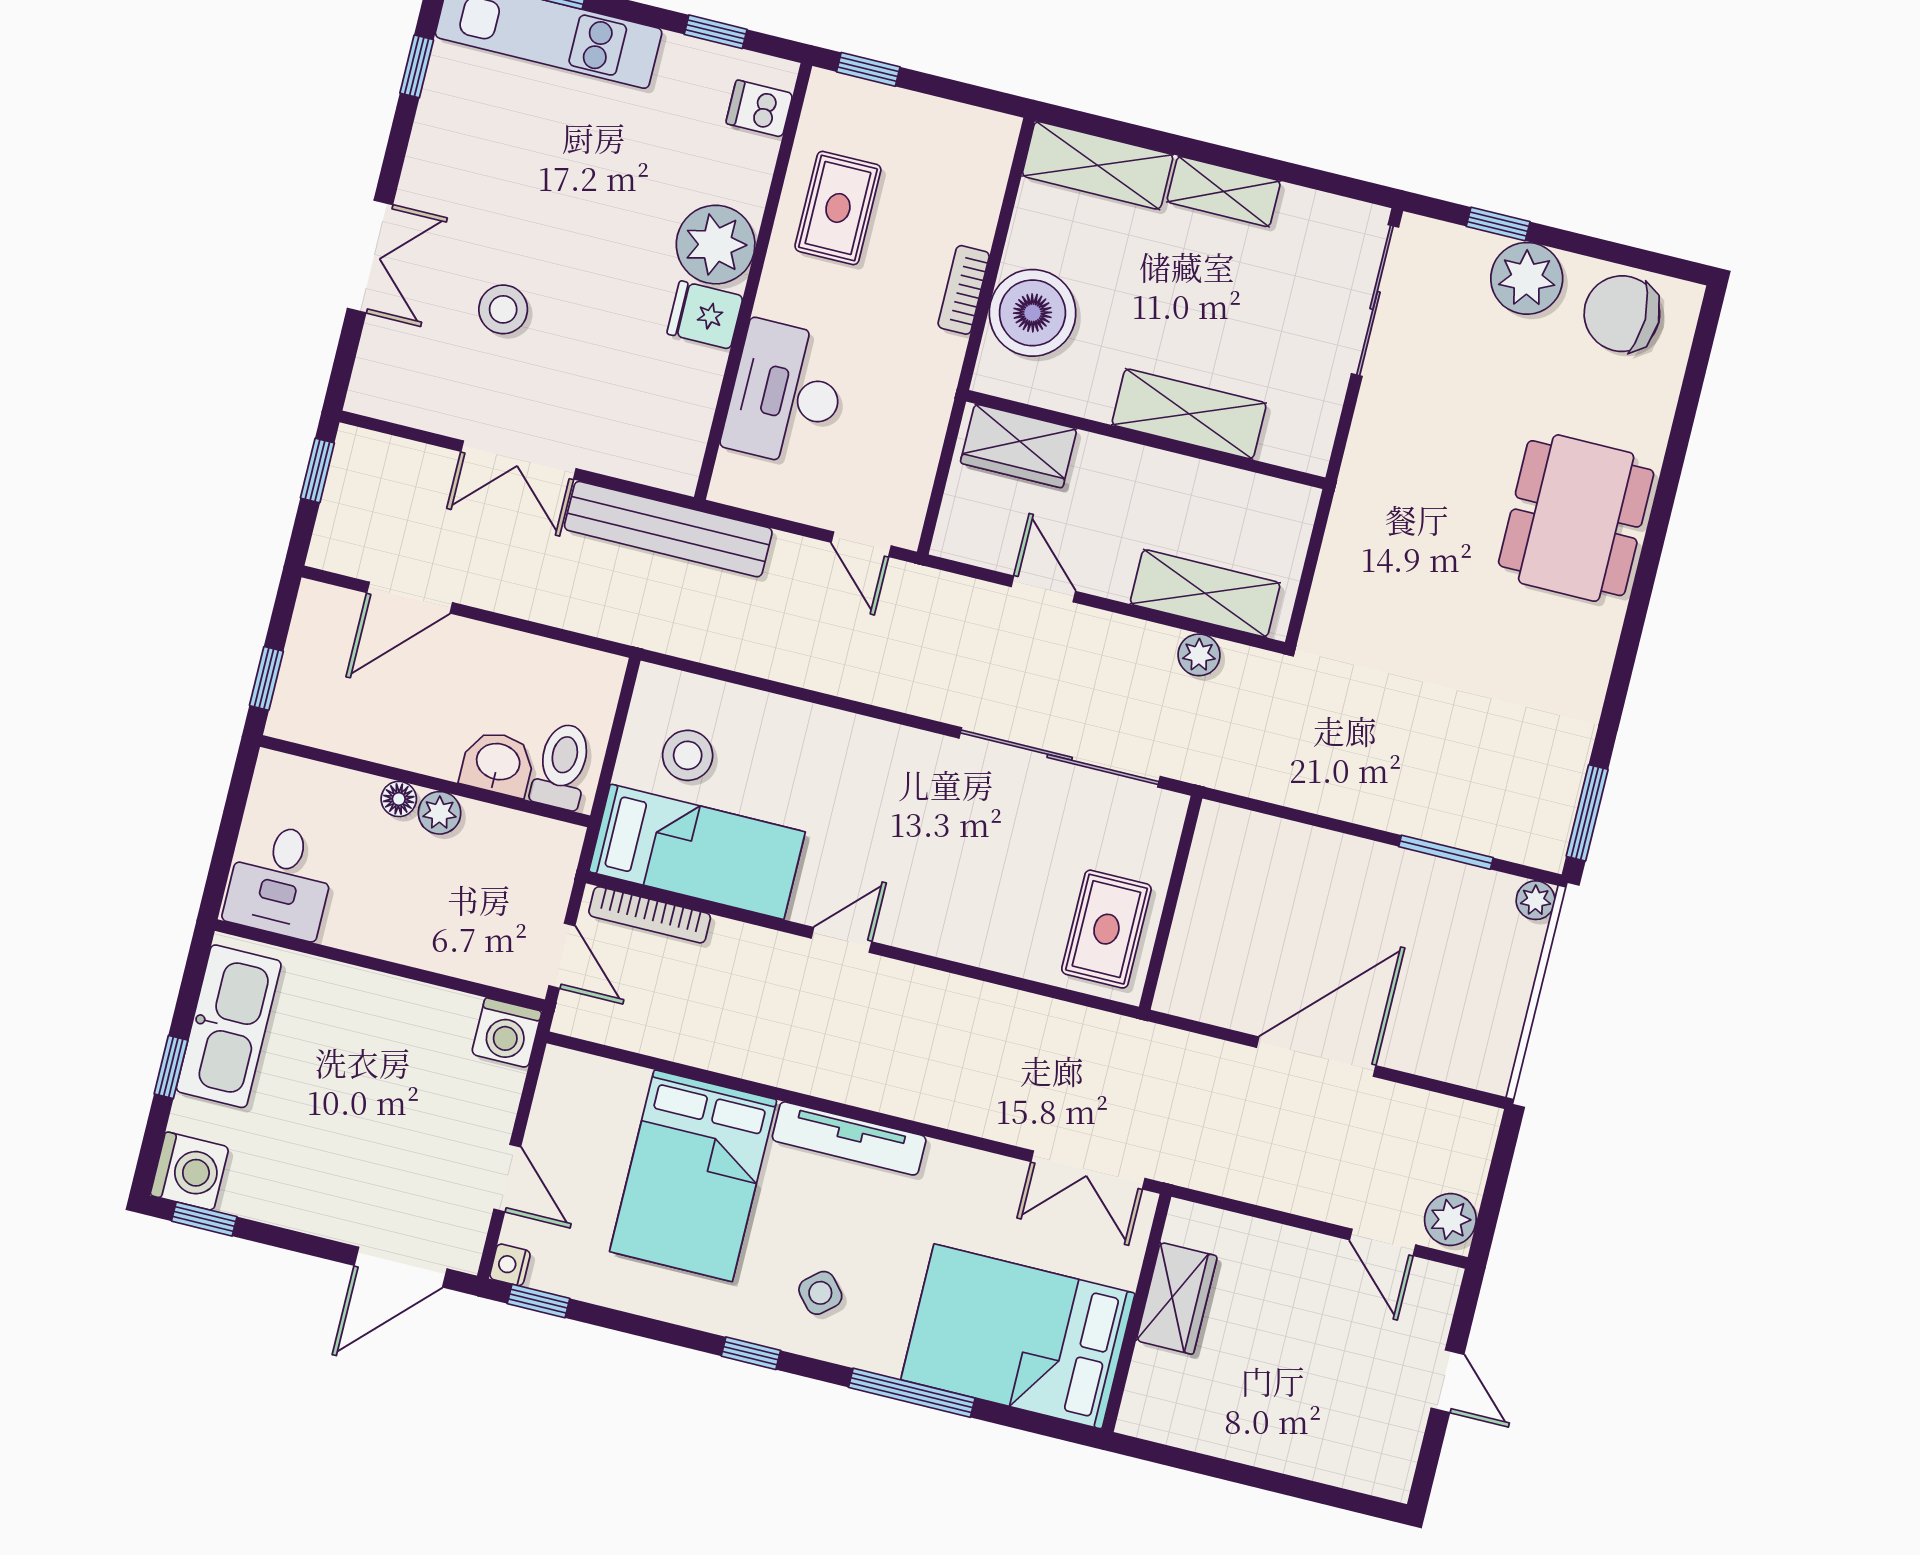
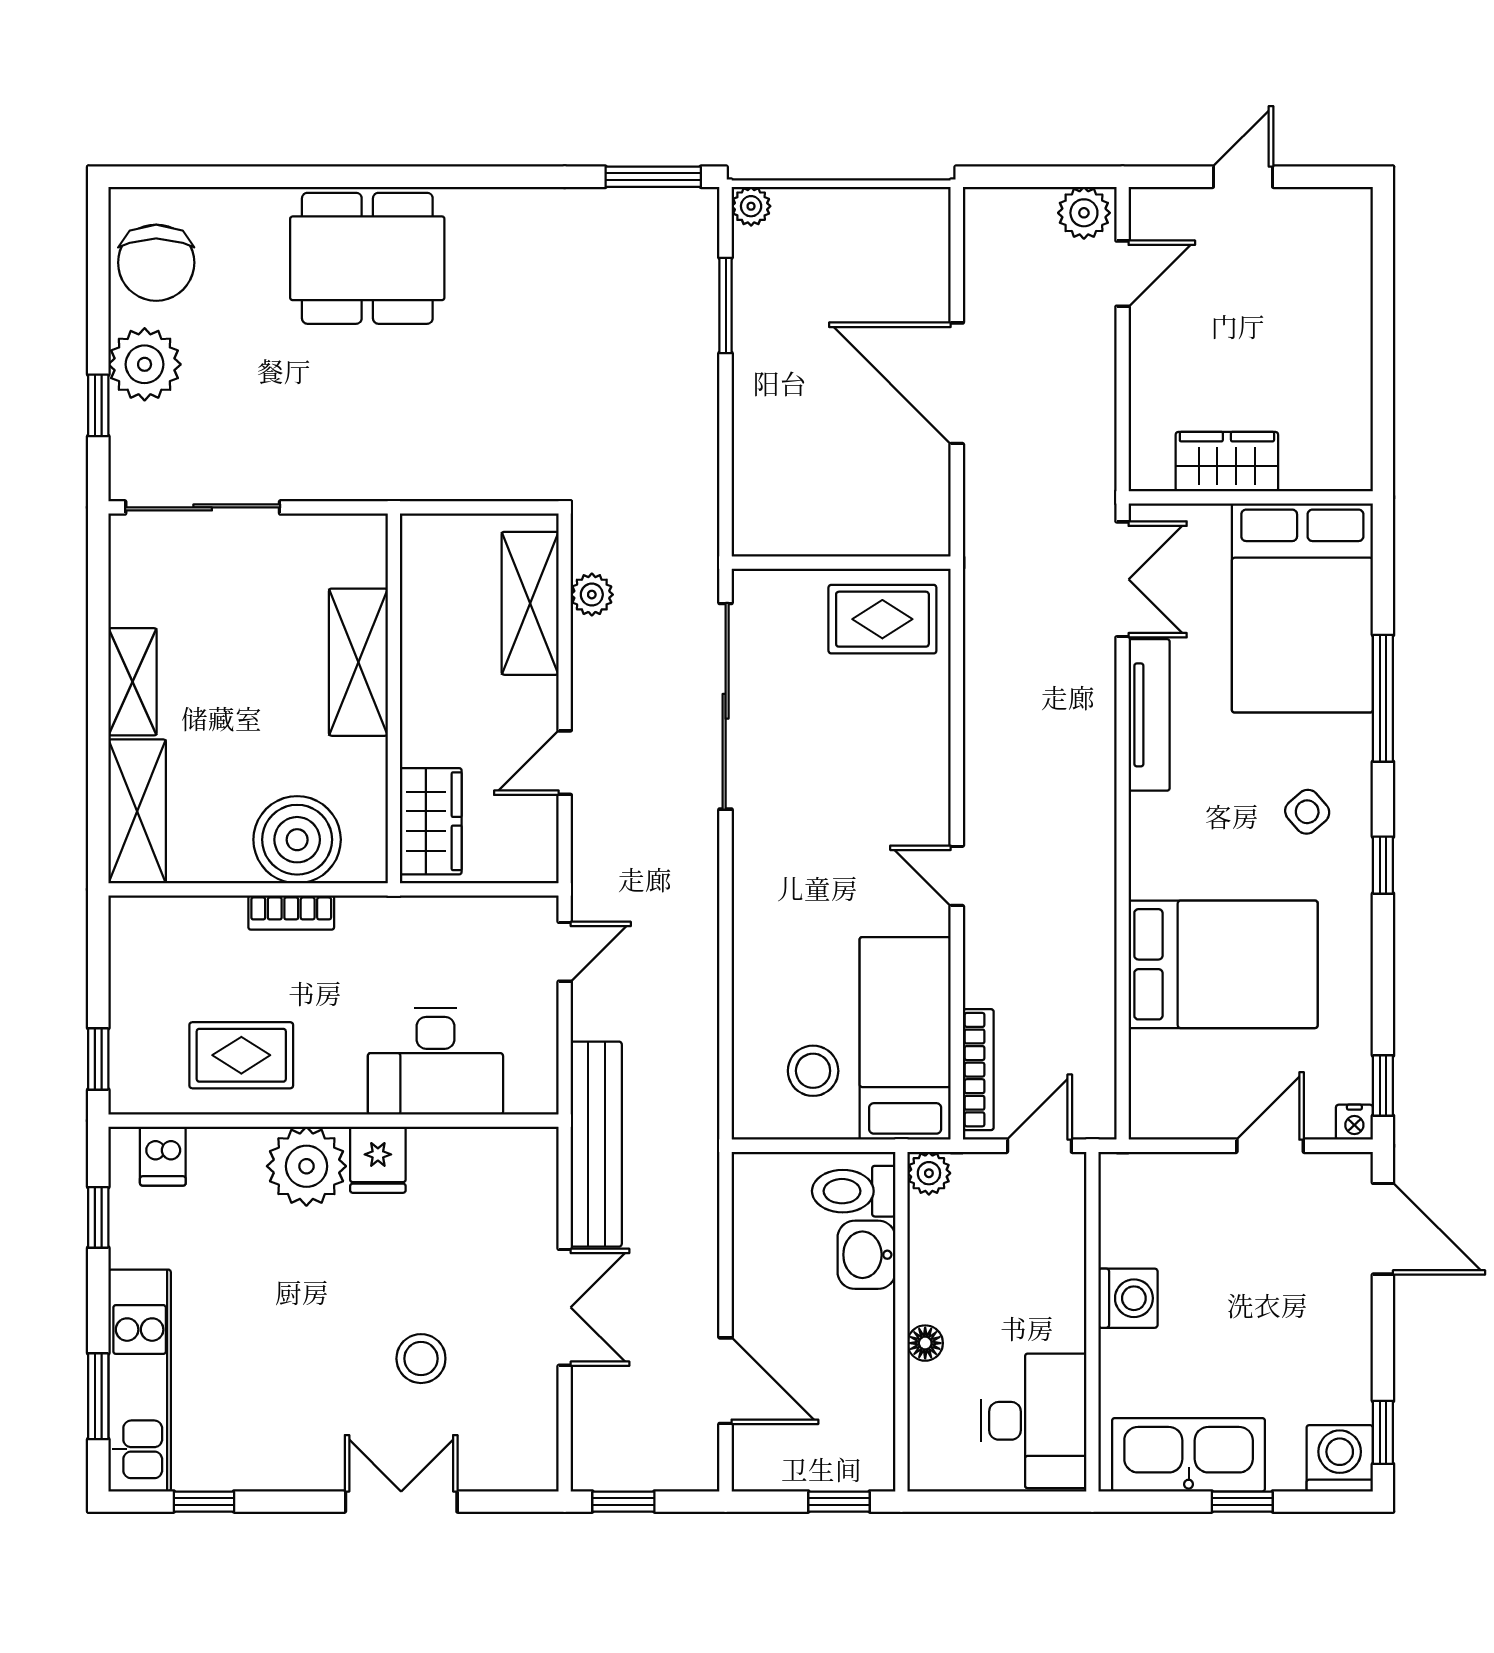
plant: (439, 813) -> (929, 1173), moved
desk: (281, 881) -> (1034, 1421), width x1.37
washing machine: (507, 1033) -> (1128, 1298), moved
tv unit: (849, 1138) -> (1149, 715), moved

